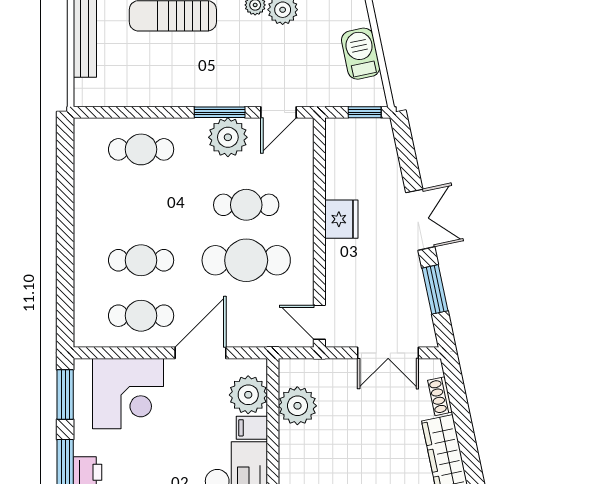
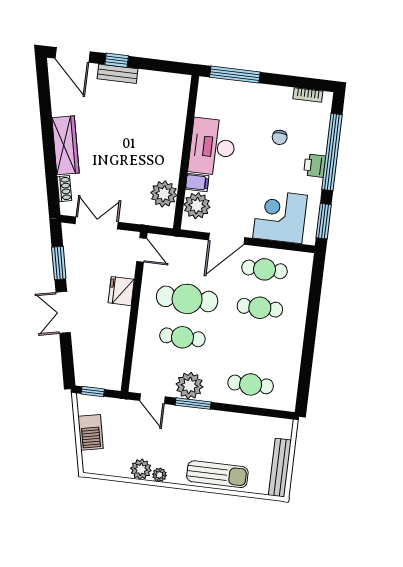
door: (278, 112) -> (152, 399), swing flipped
fridge: (341, 219) -> (121, 291), moved

